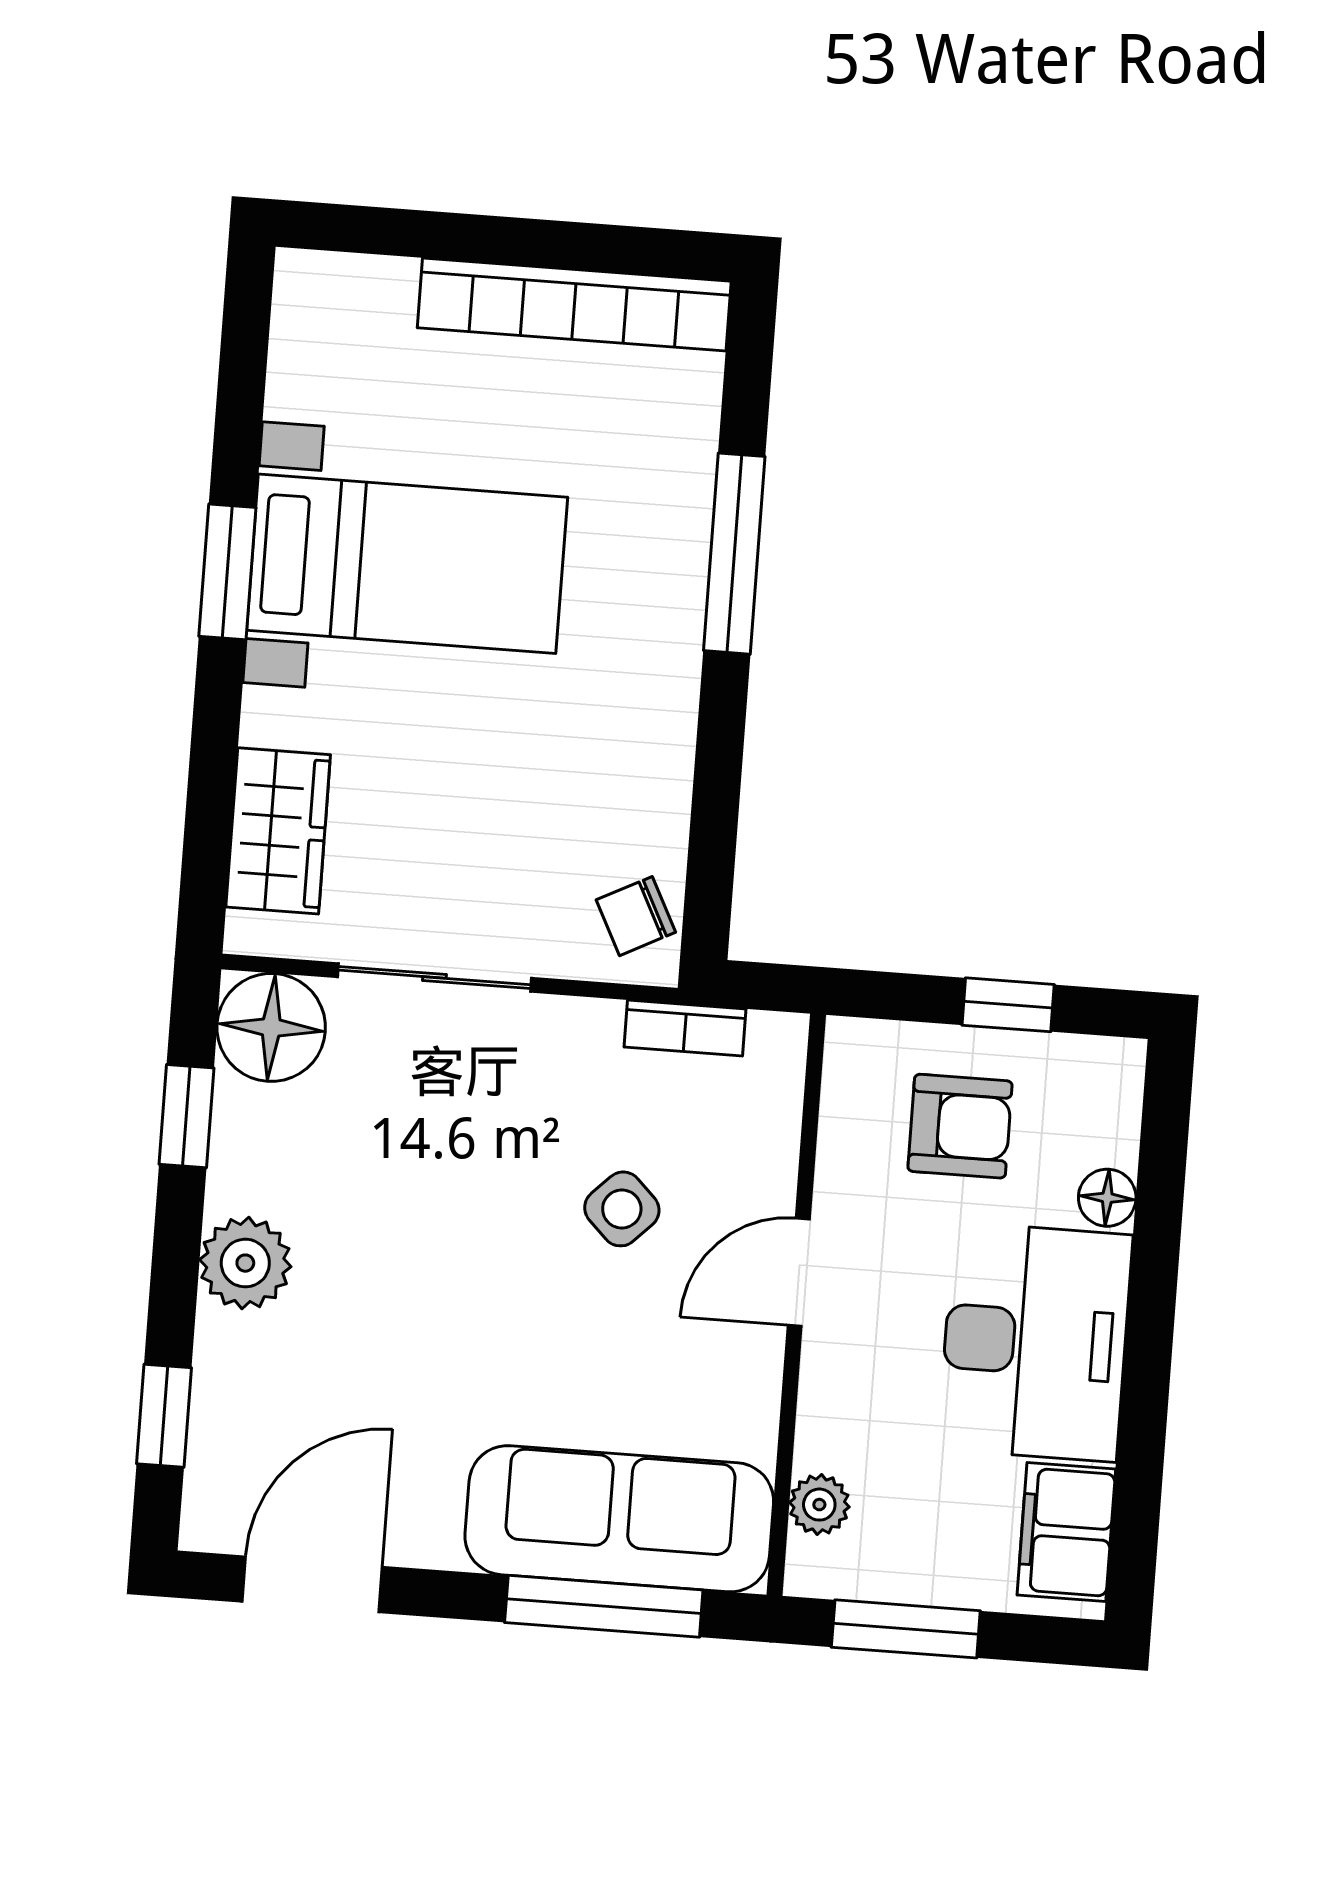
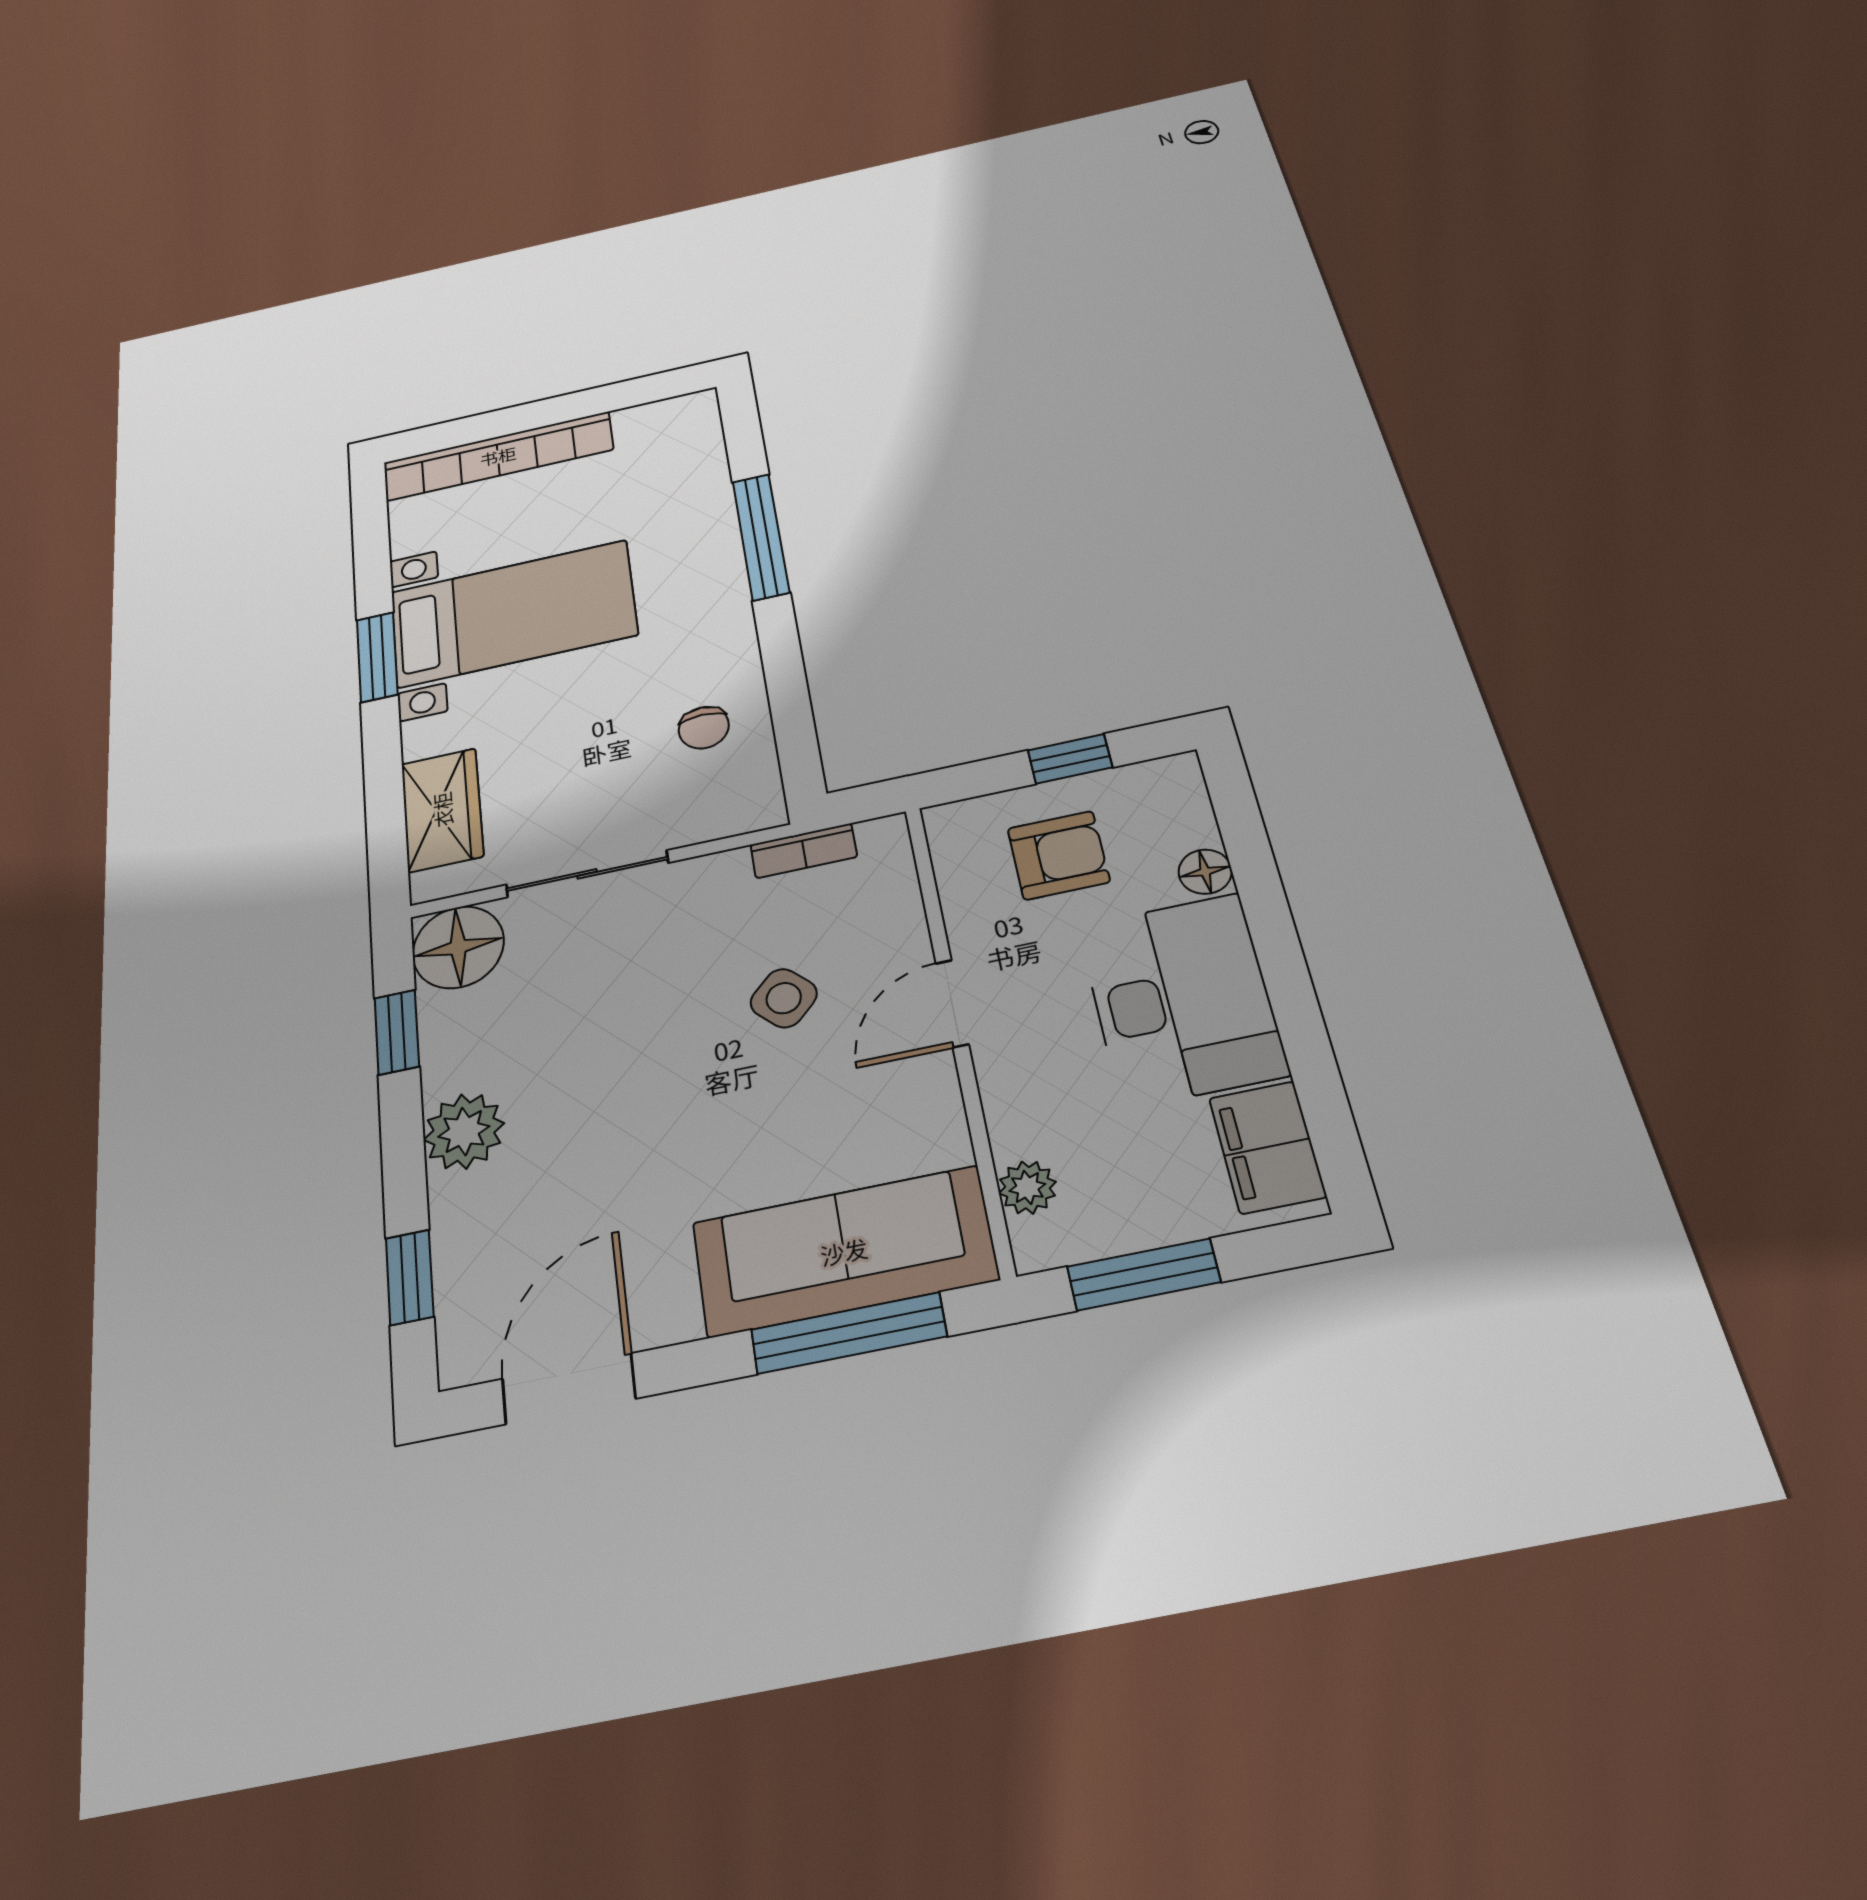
bookcase: (574, 304) -> (498, 456), moved
chair: (636, 916) -> (704, 728), moved, turned -63

